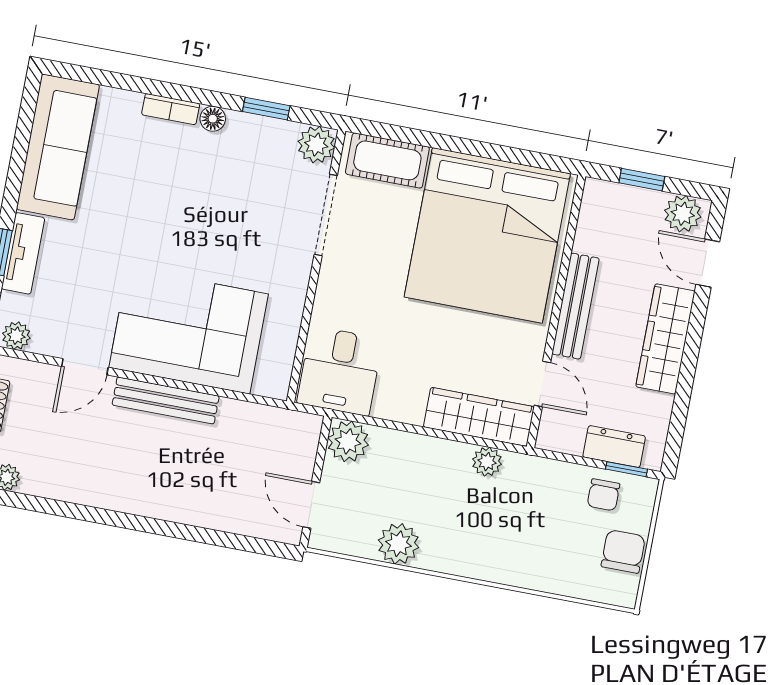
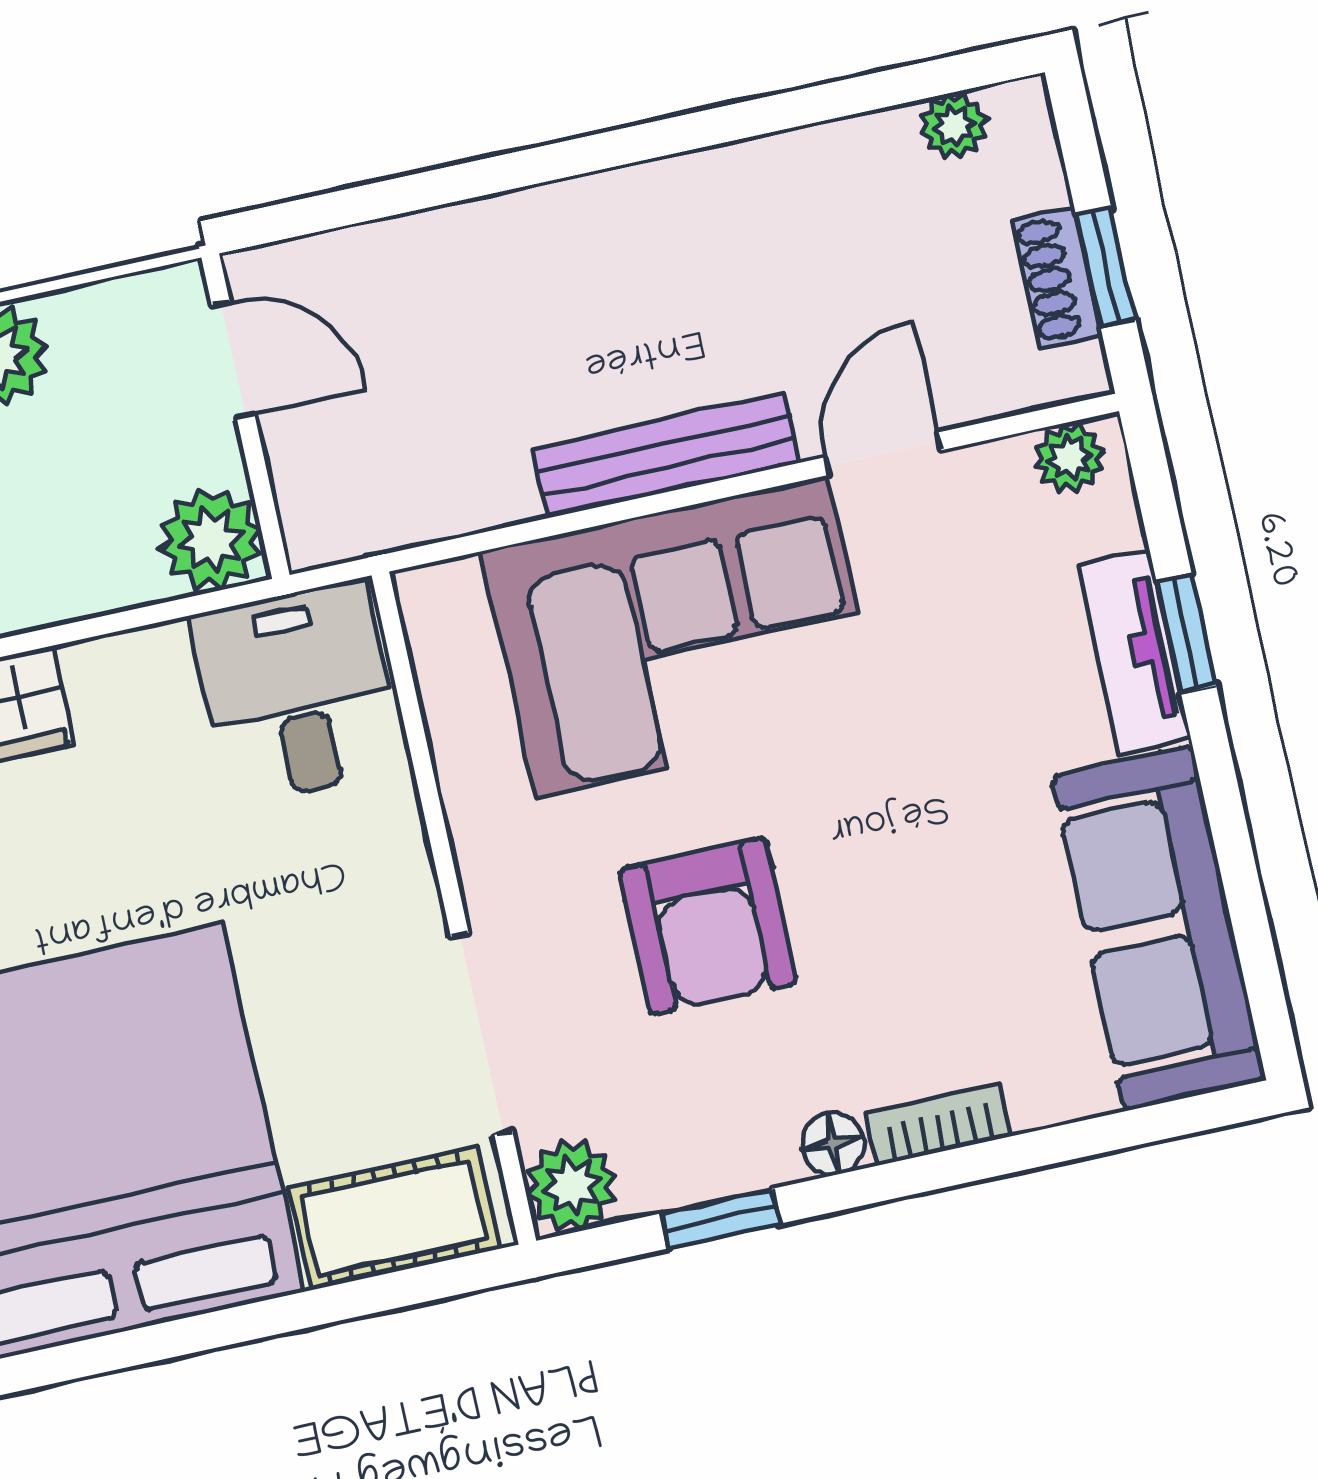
armchair: (225, 219) -> (708, 926), added

